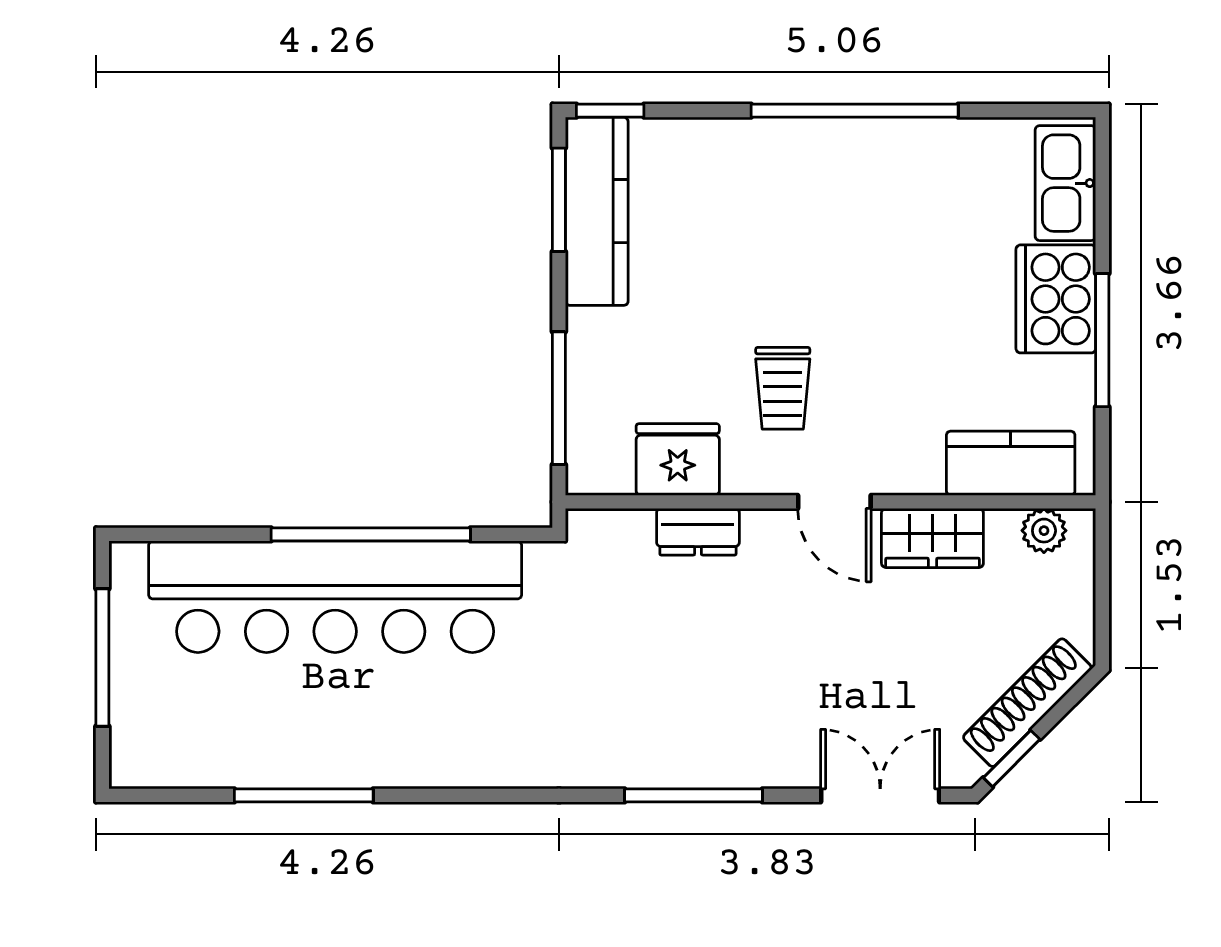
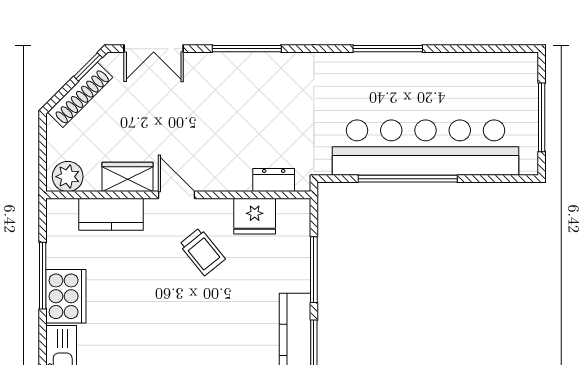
trolley: (783, 388) -> (202, 252), turned 141
window: (559, 398) -> (314, 270), moved
kitchen counter: (1011, 463) -> (111, 214), moved
plant: (1044, 531) -> (68, 177), width x1.38, depth x1.38
dresser: (698, 532) -> (274, 180), moved
window: (304, 795) -> (388, 49), moved

